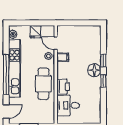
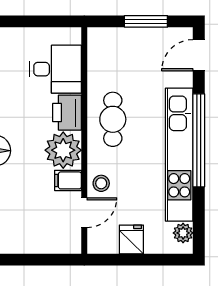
door: (56, 43) -> (84, 213), hinge flipped
plant: (65, 70) -> (63, 150), added
cafe table: (43, 84) -> (113, 119), width x0.73, depth x0.74

